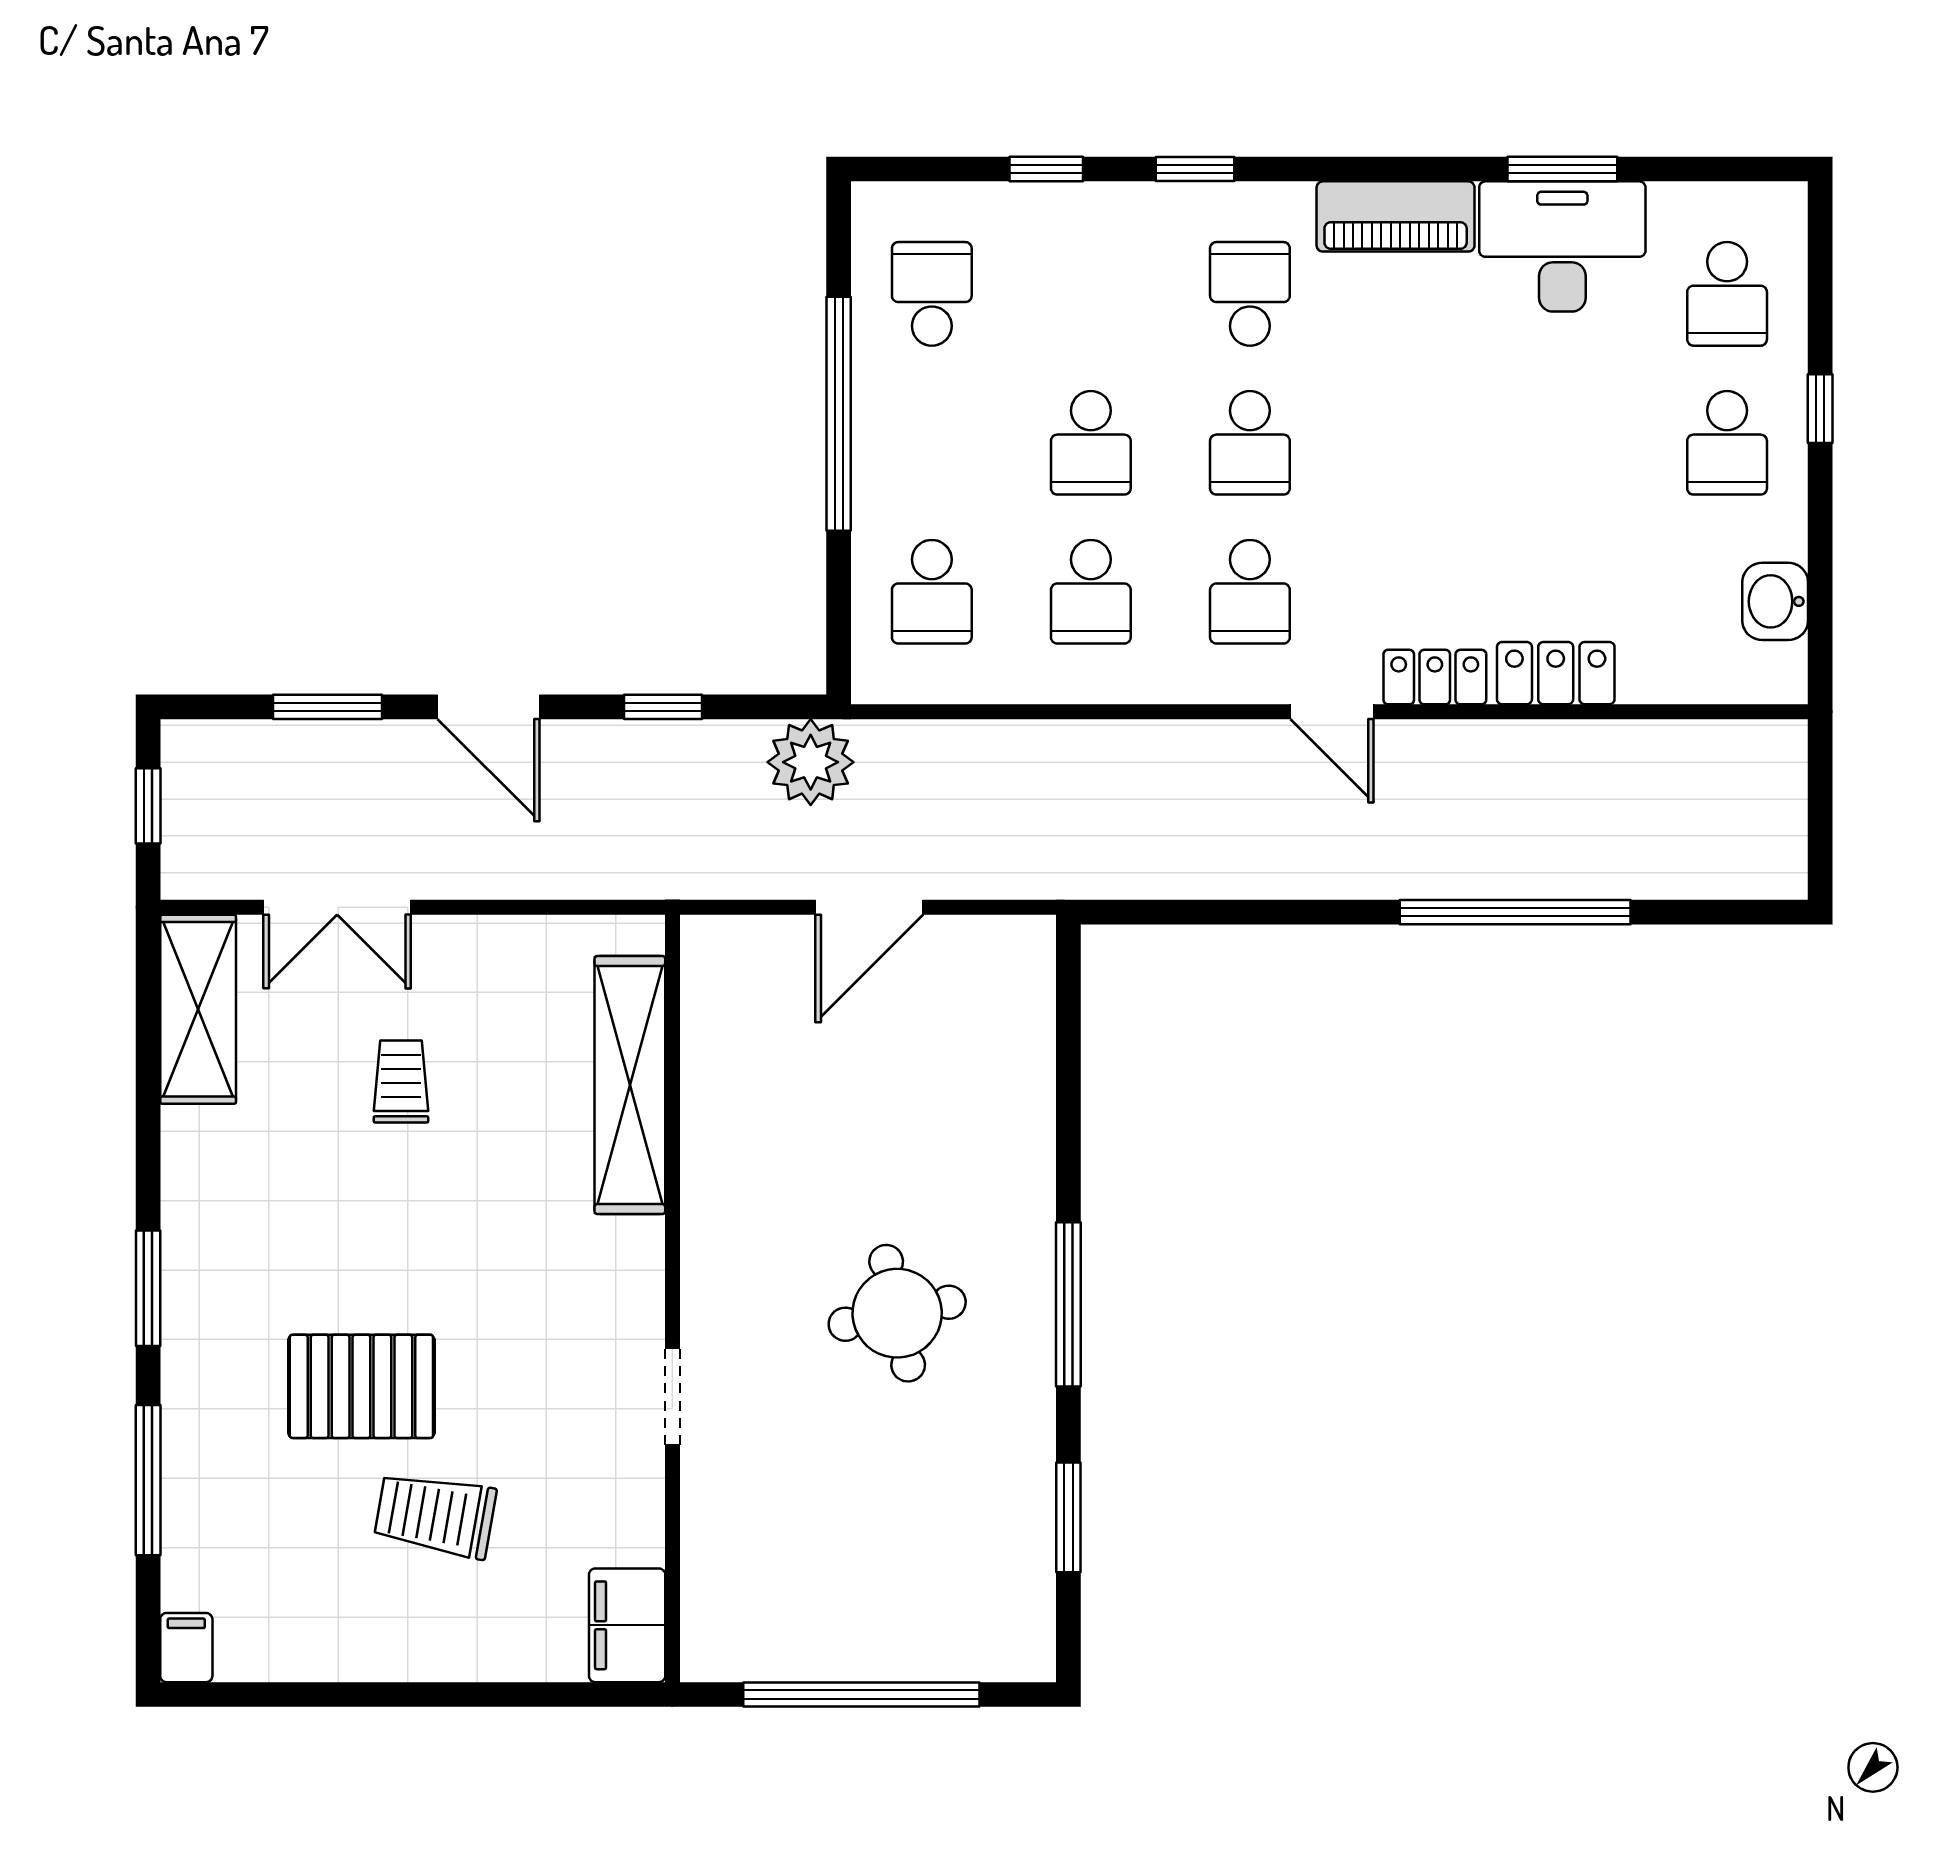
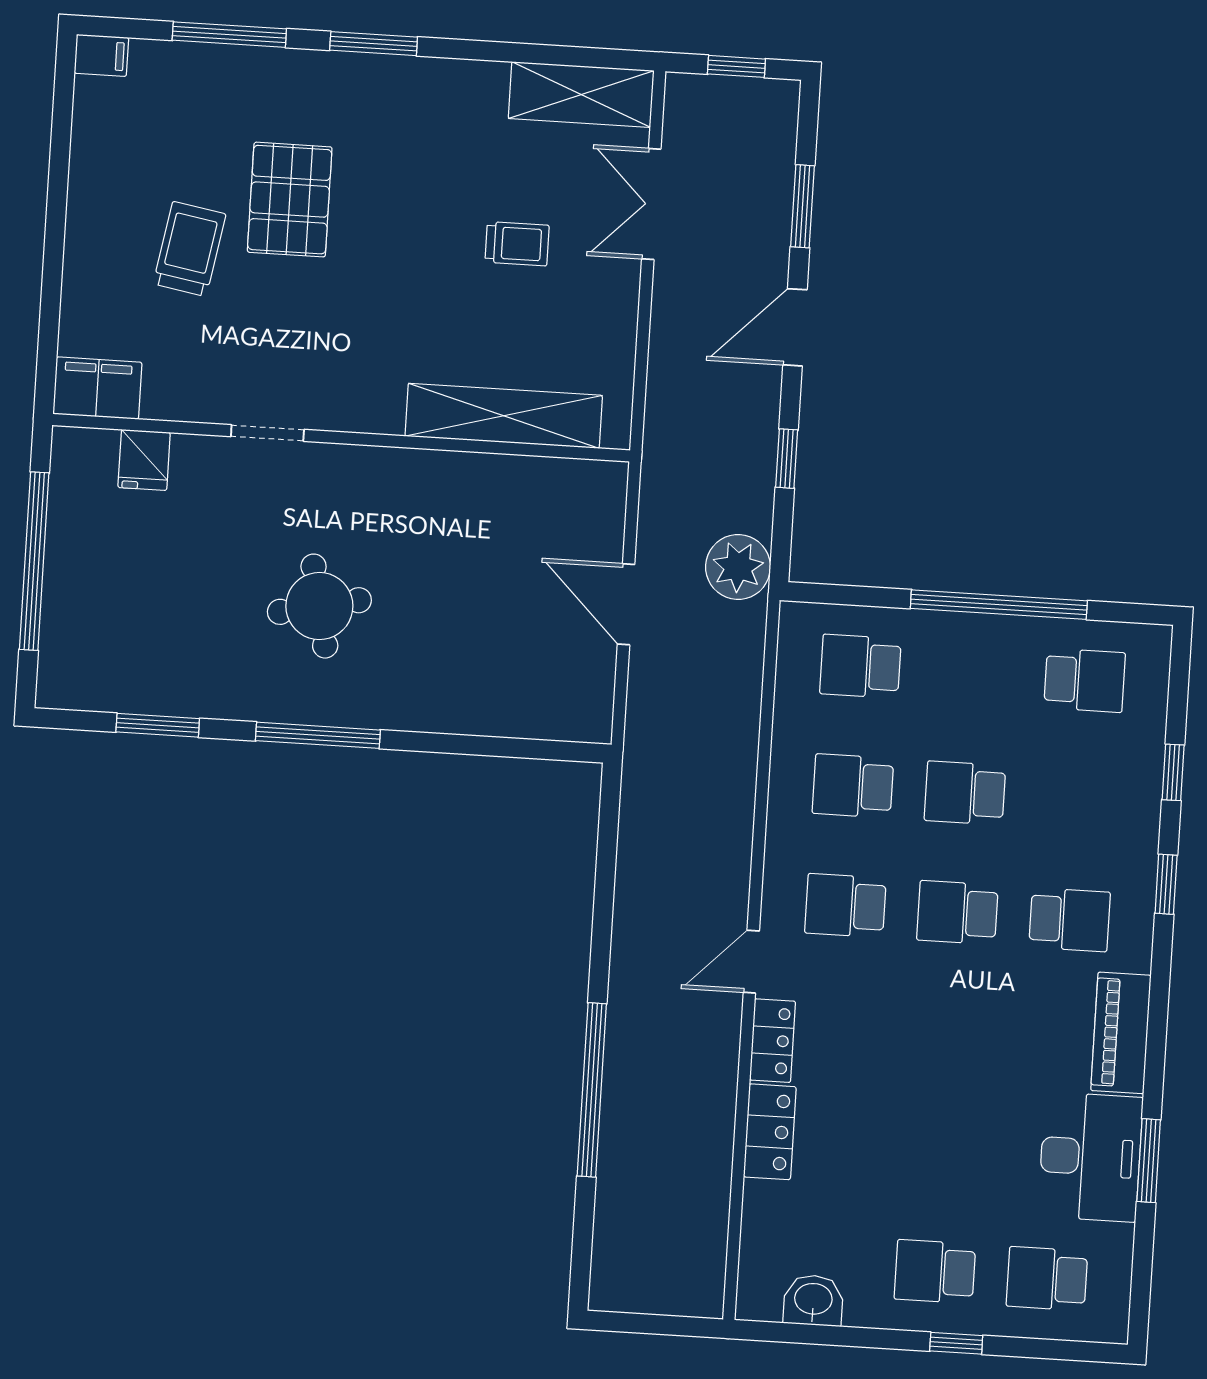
fridge: (718, 1557) -> (144, 460), added

